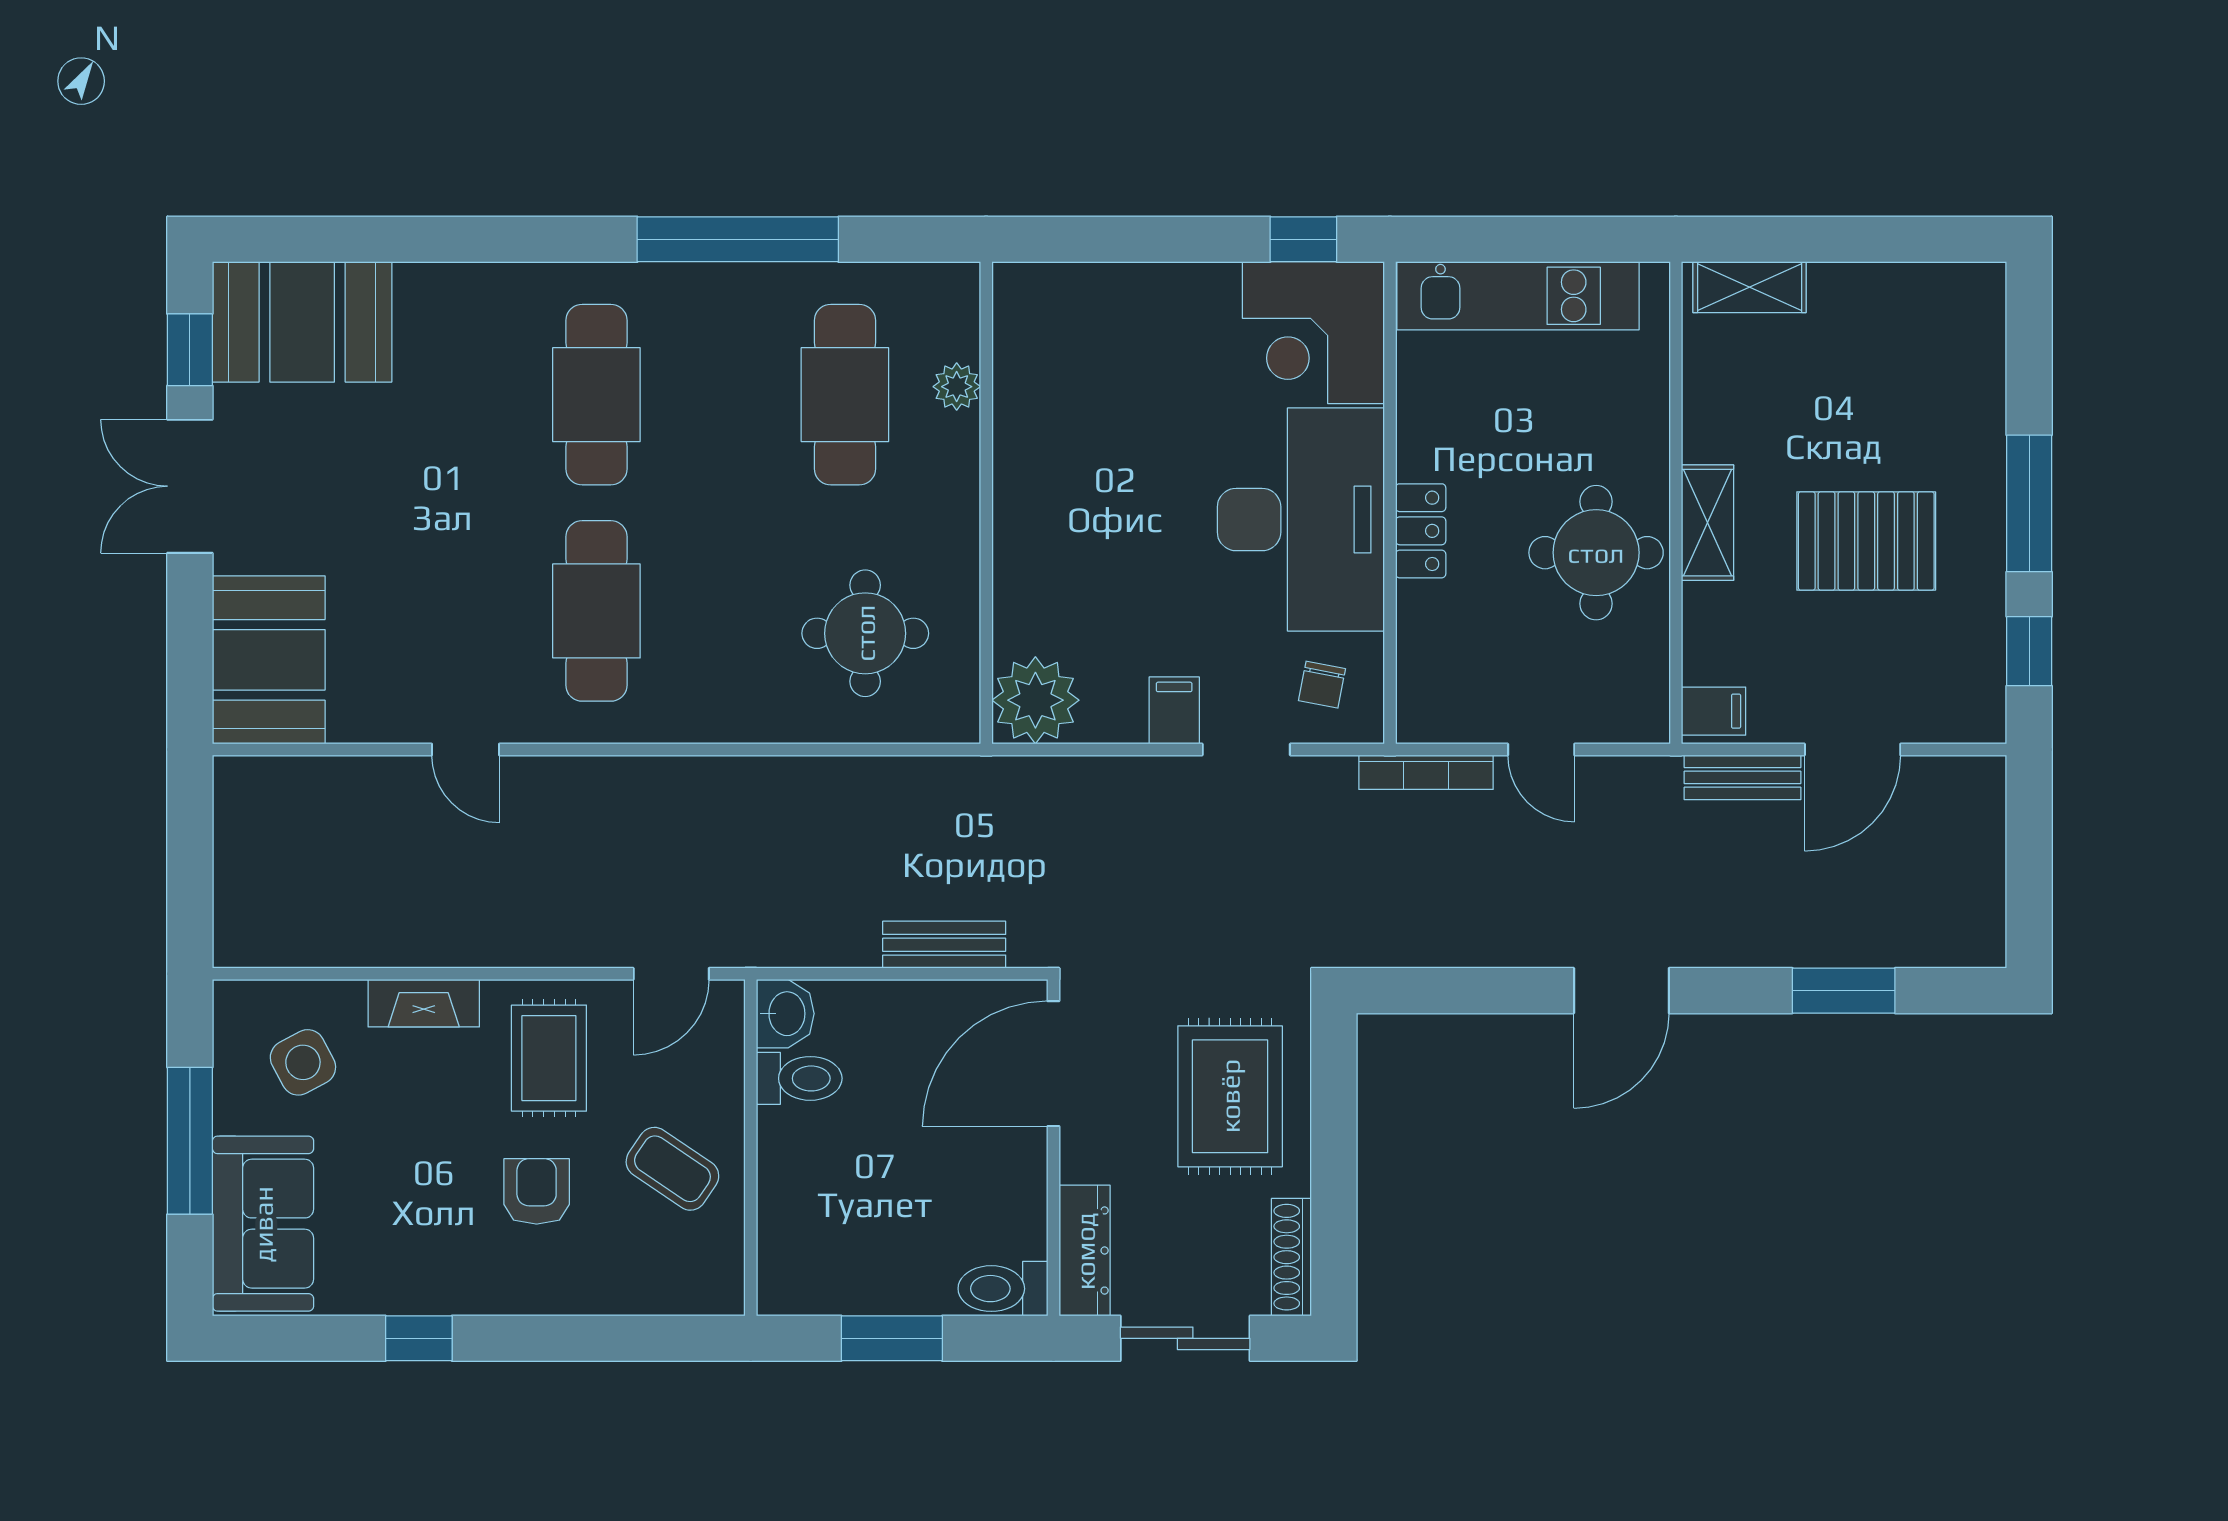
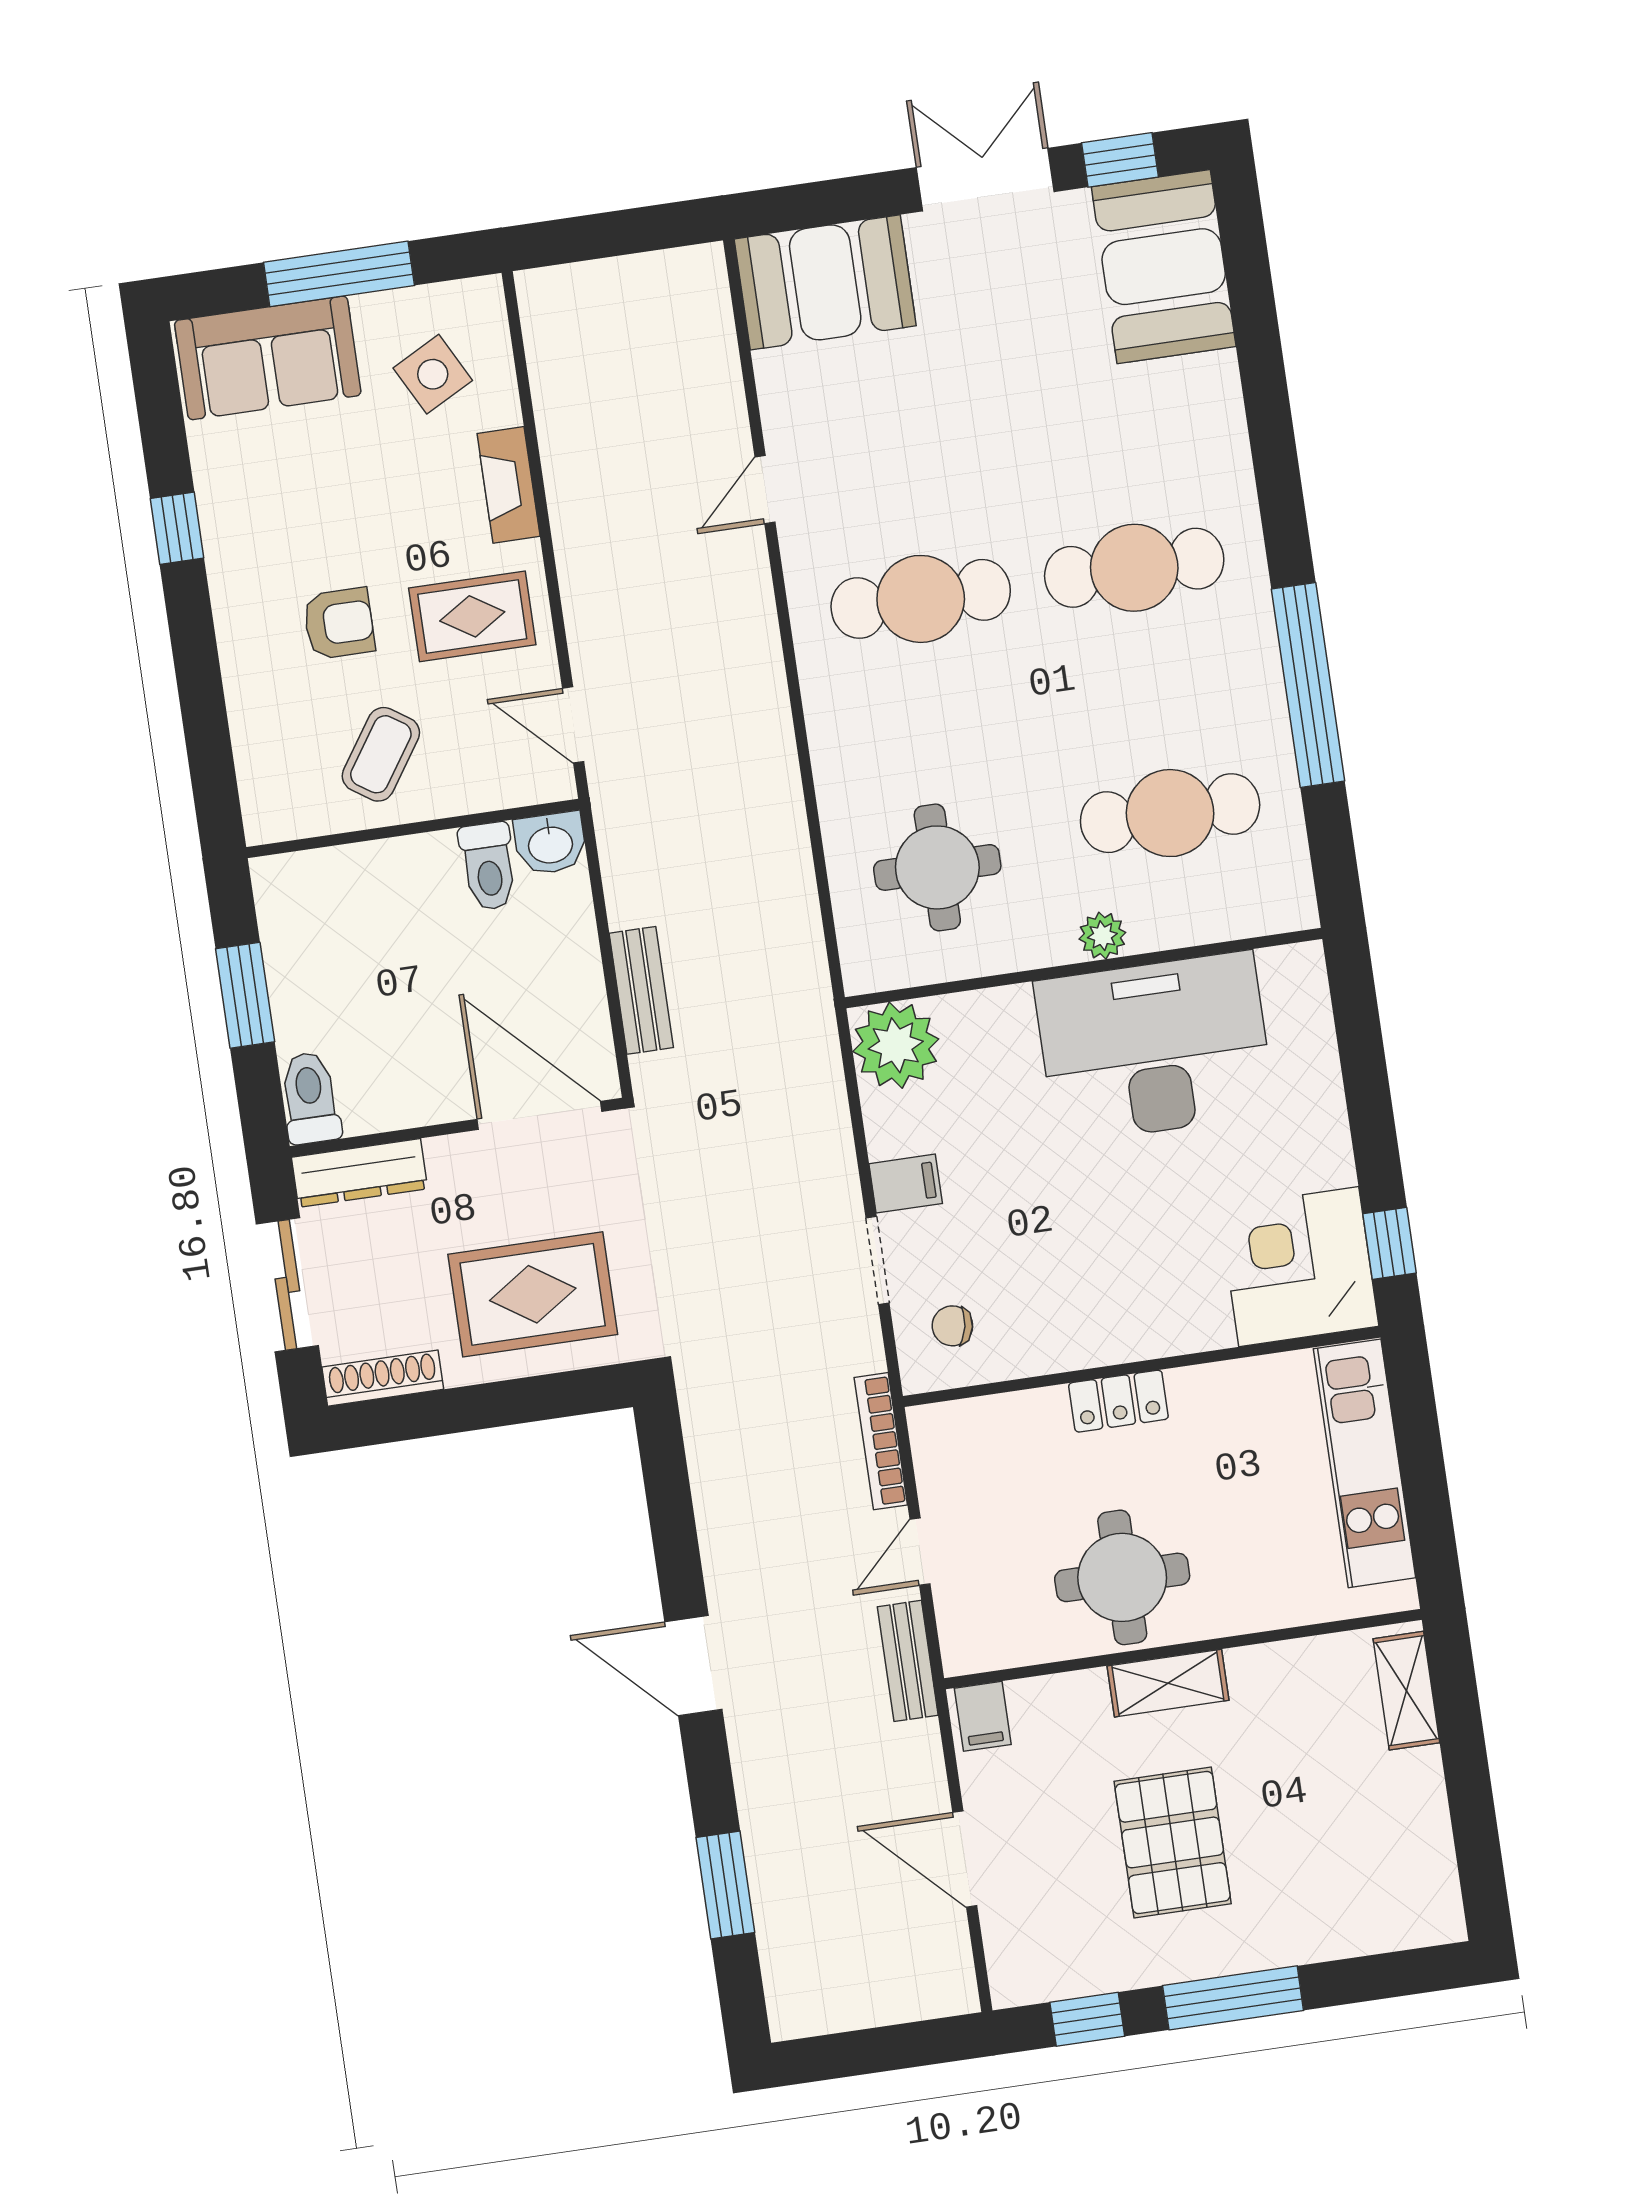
plant: (957, 387) -> (1102, 936), moved
desk: (1301, 520) -> (1155, 1048), moved, turned 180
bench: (1742, 777) -> (908, 1661), moved

